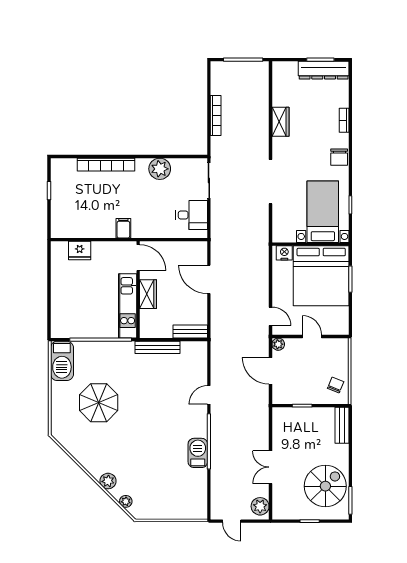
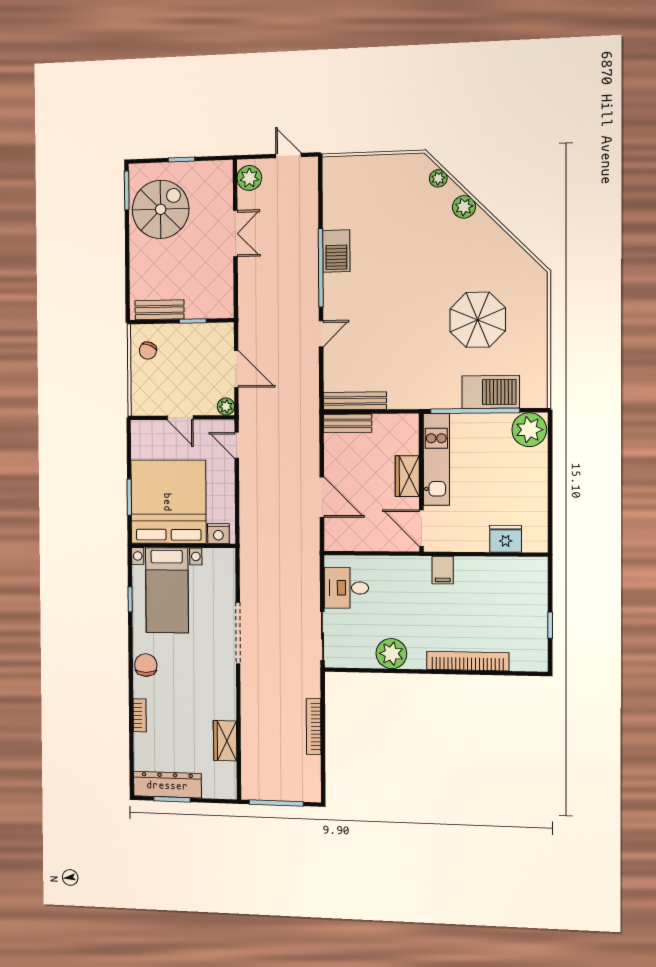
wardrobe: (280, 122) -> (225, 741), moved
plant: (63, 326) -> (529, 430), added
bench: (158, 347) -> (355, 401), moved
barbecue: (62, 361) -> (491, 392), moved, turned 90
bench: (342, 425) -> (160, 310), moved, turned 90
spiral stairs: (325, 486) -> (161, 209), turned 180

